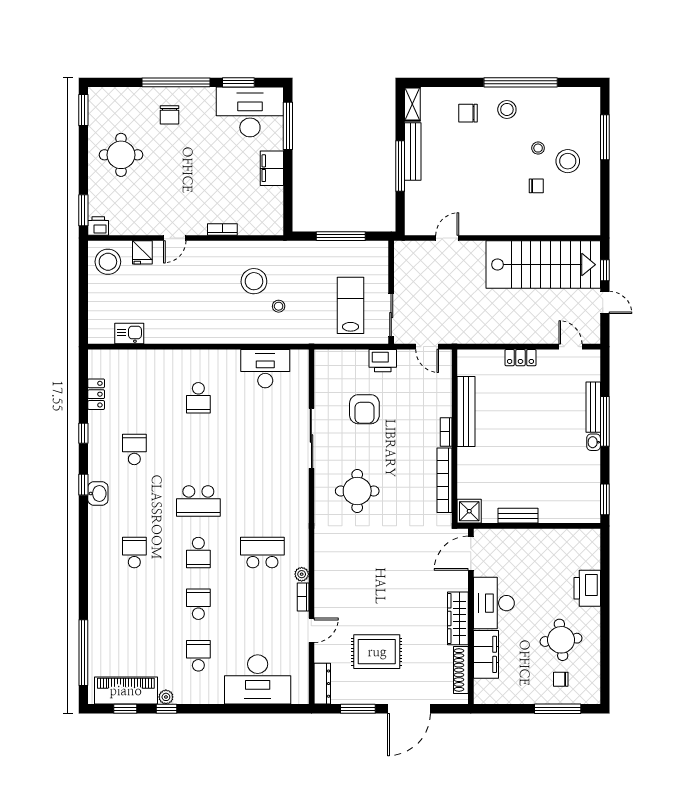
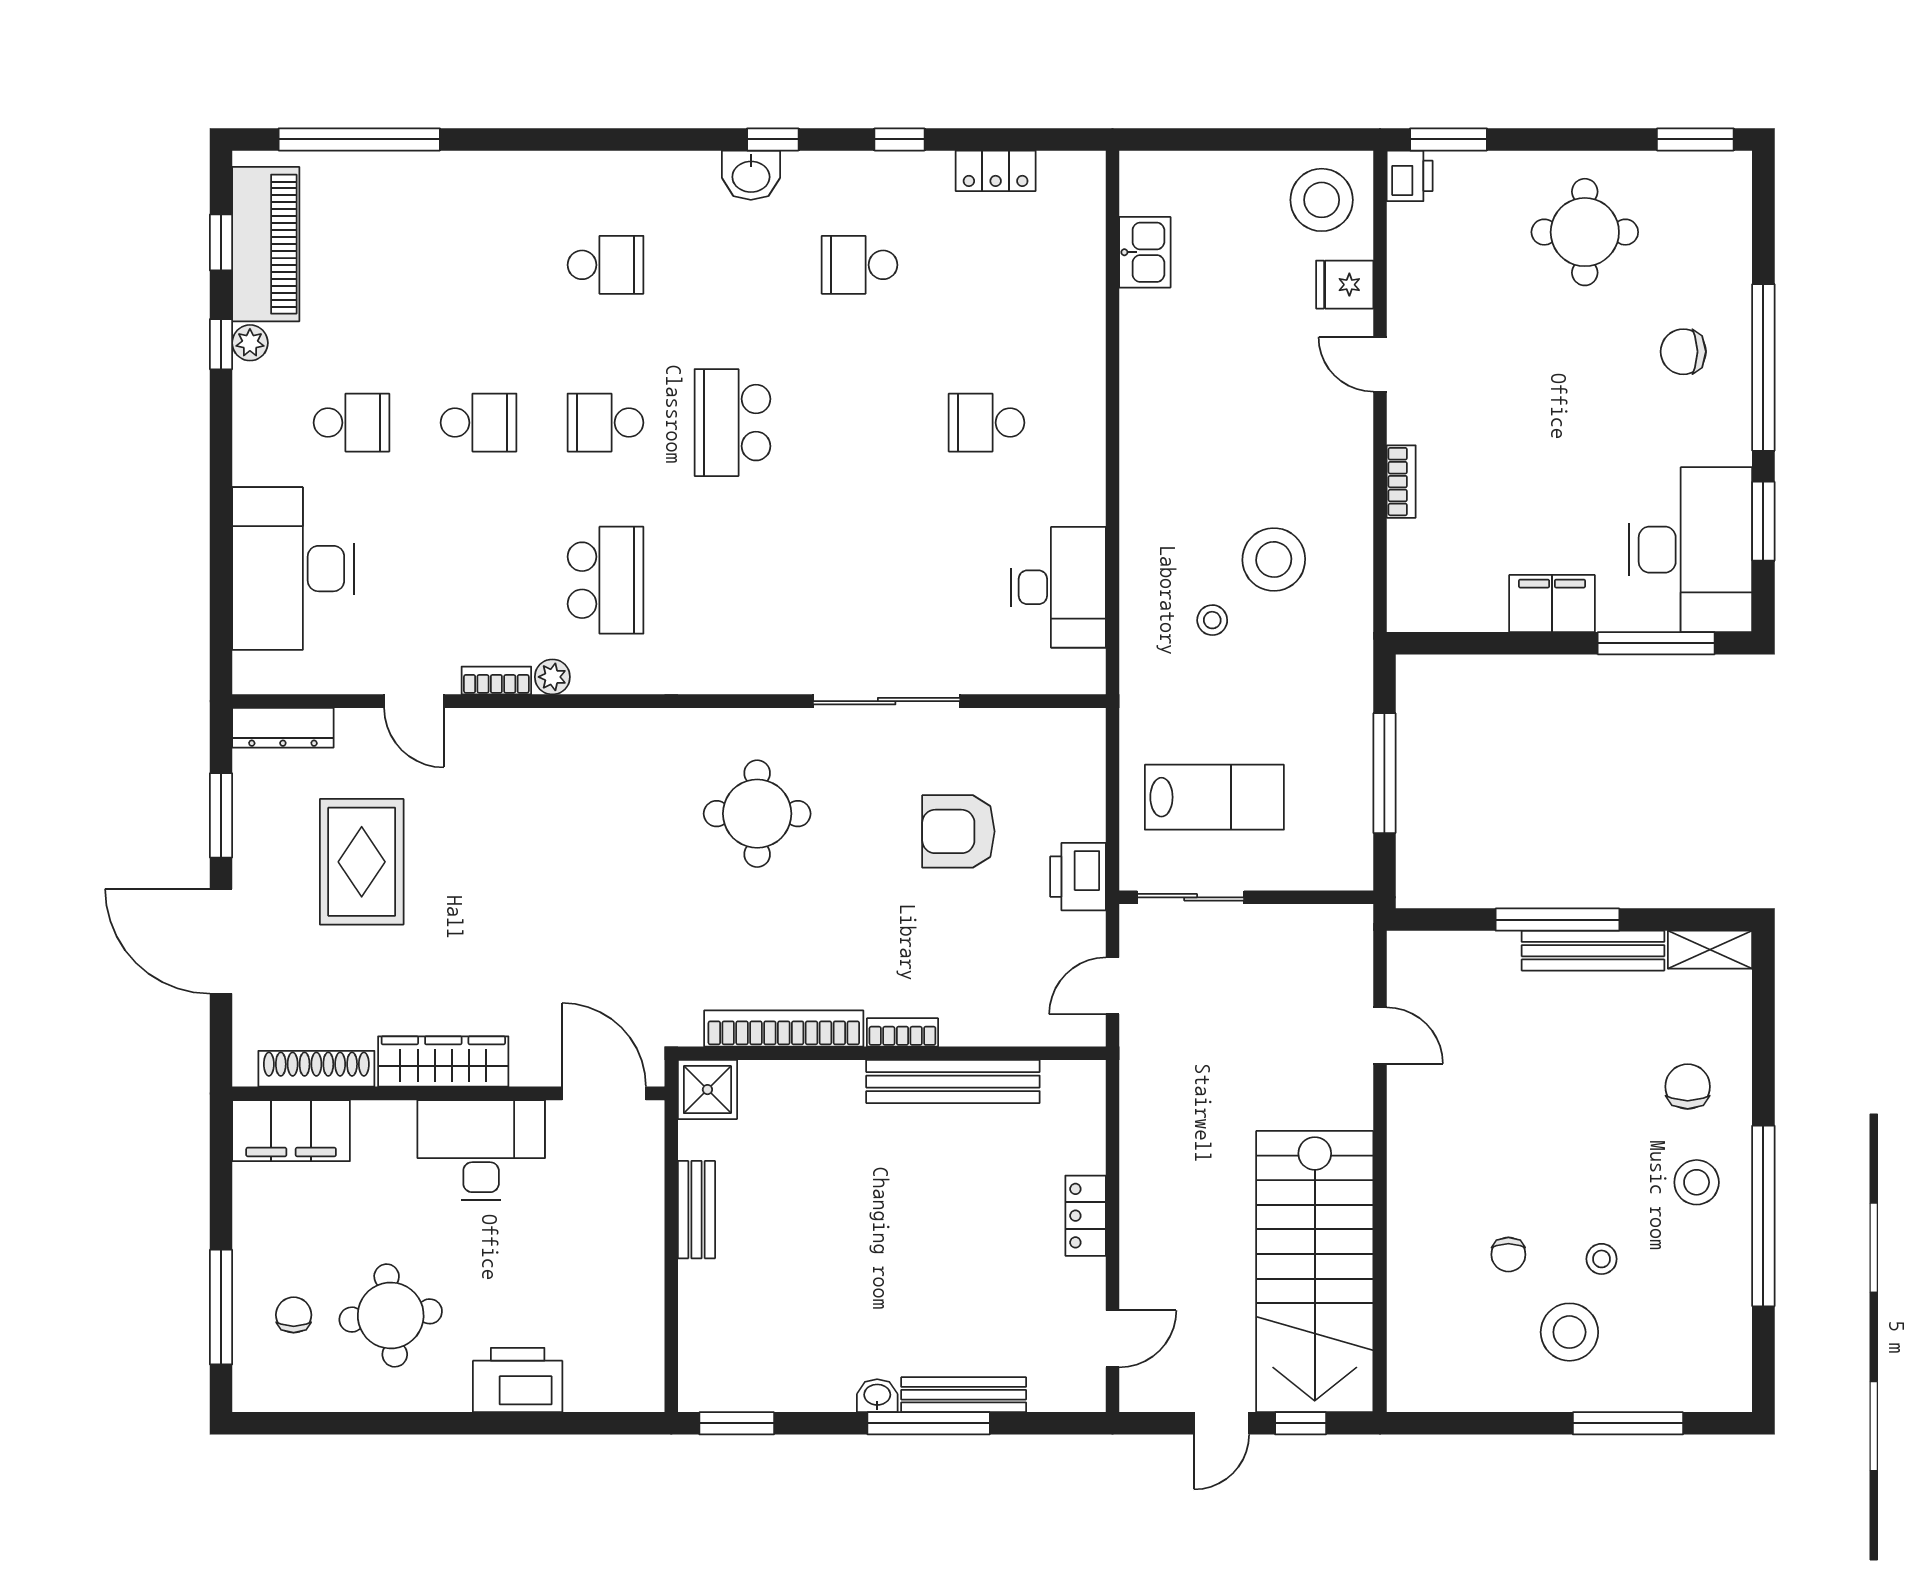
school desk: (134, 449) -> (860, 265), turned 180
filing cabinet: (486, 654) -> (291, 1131), moved

